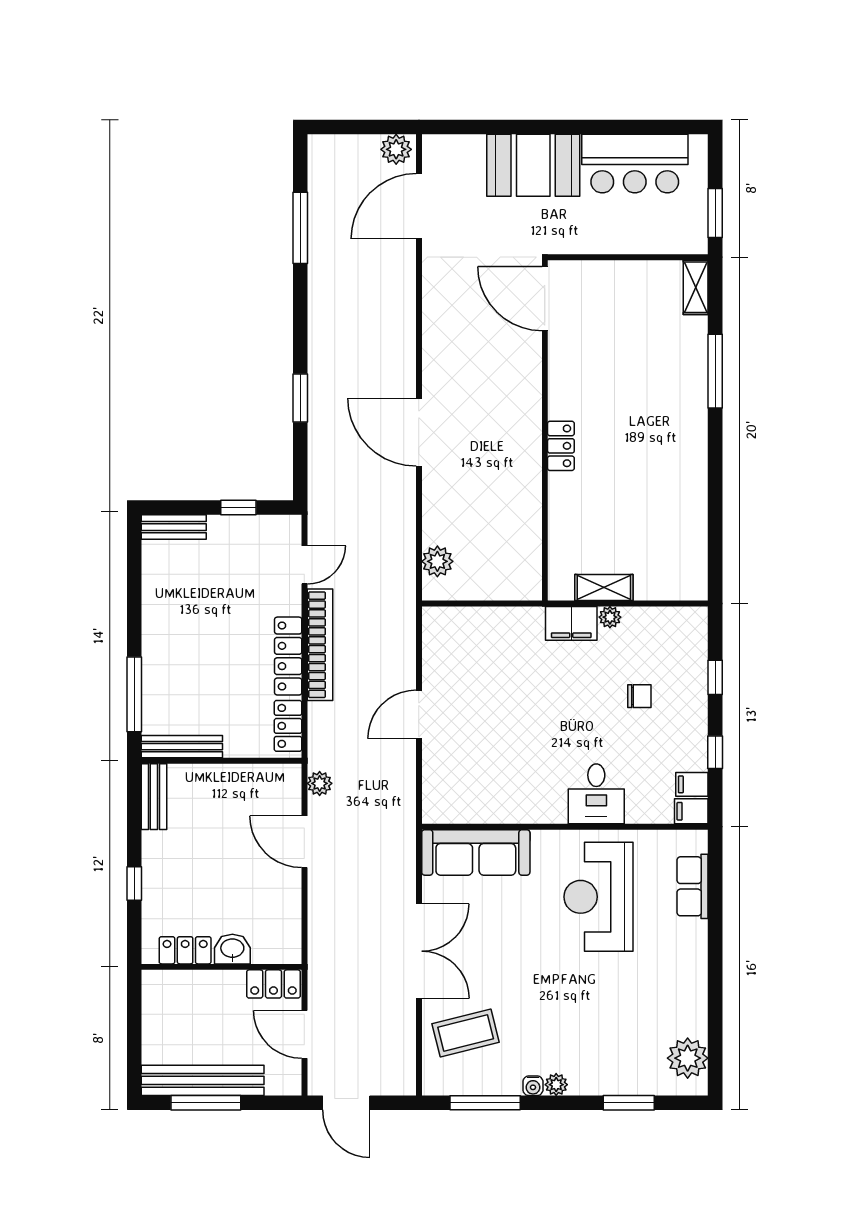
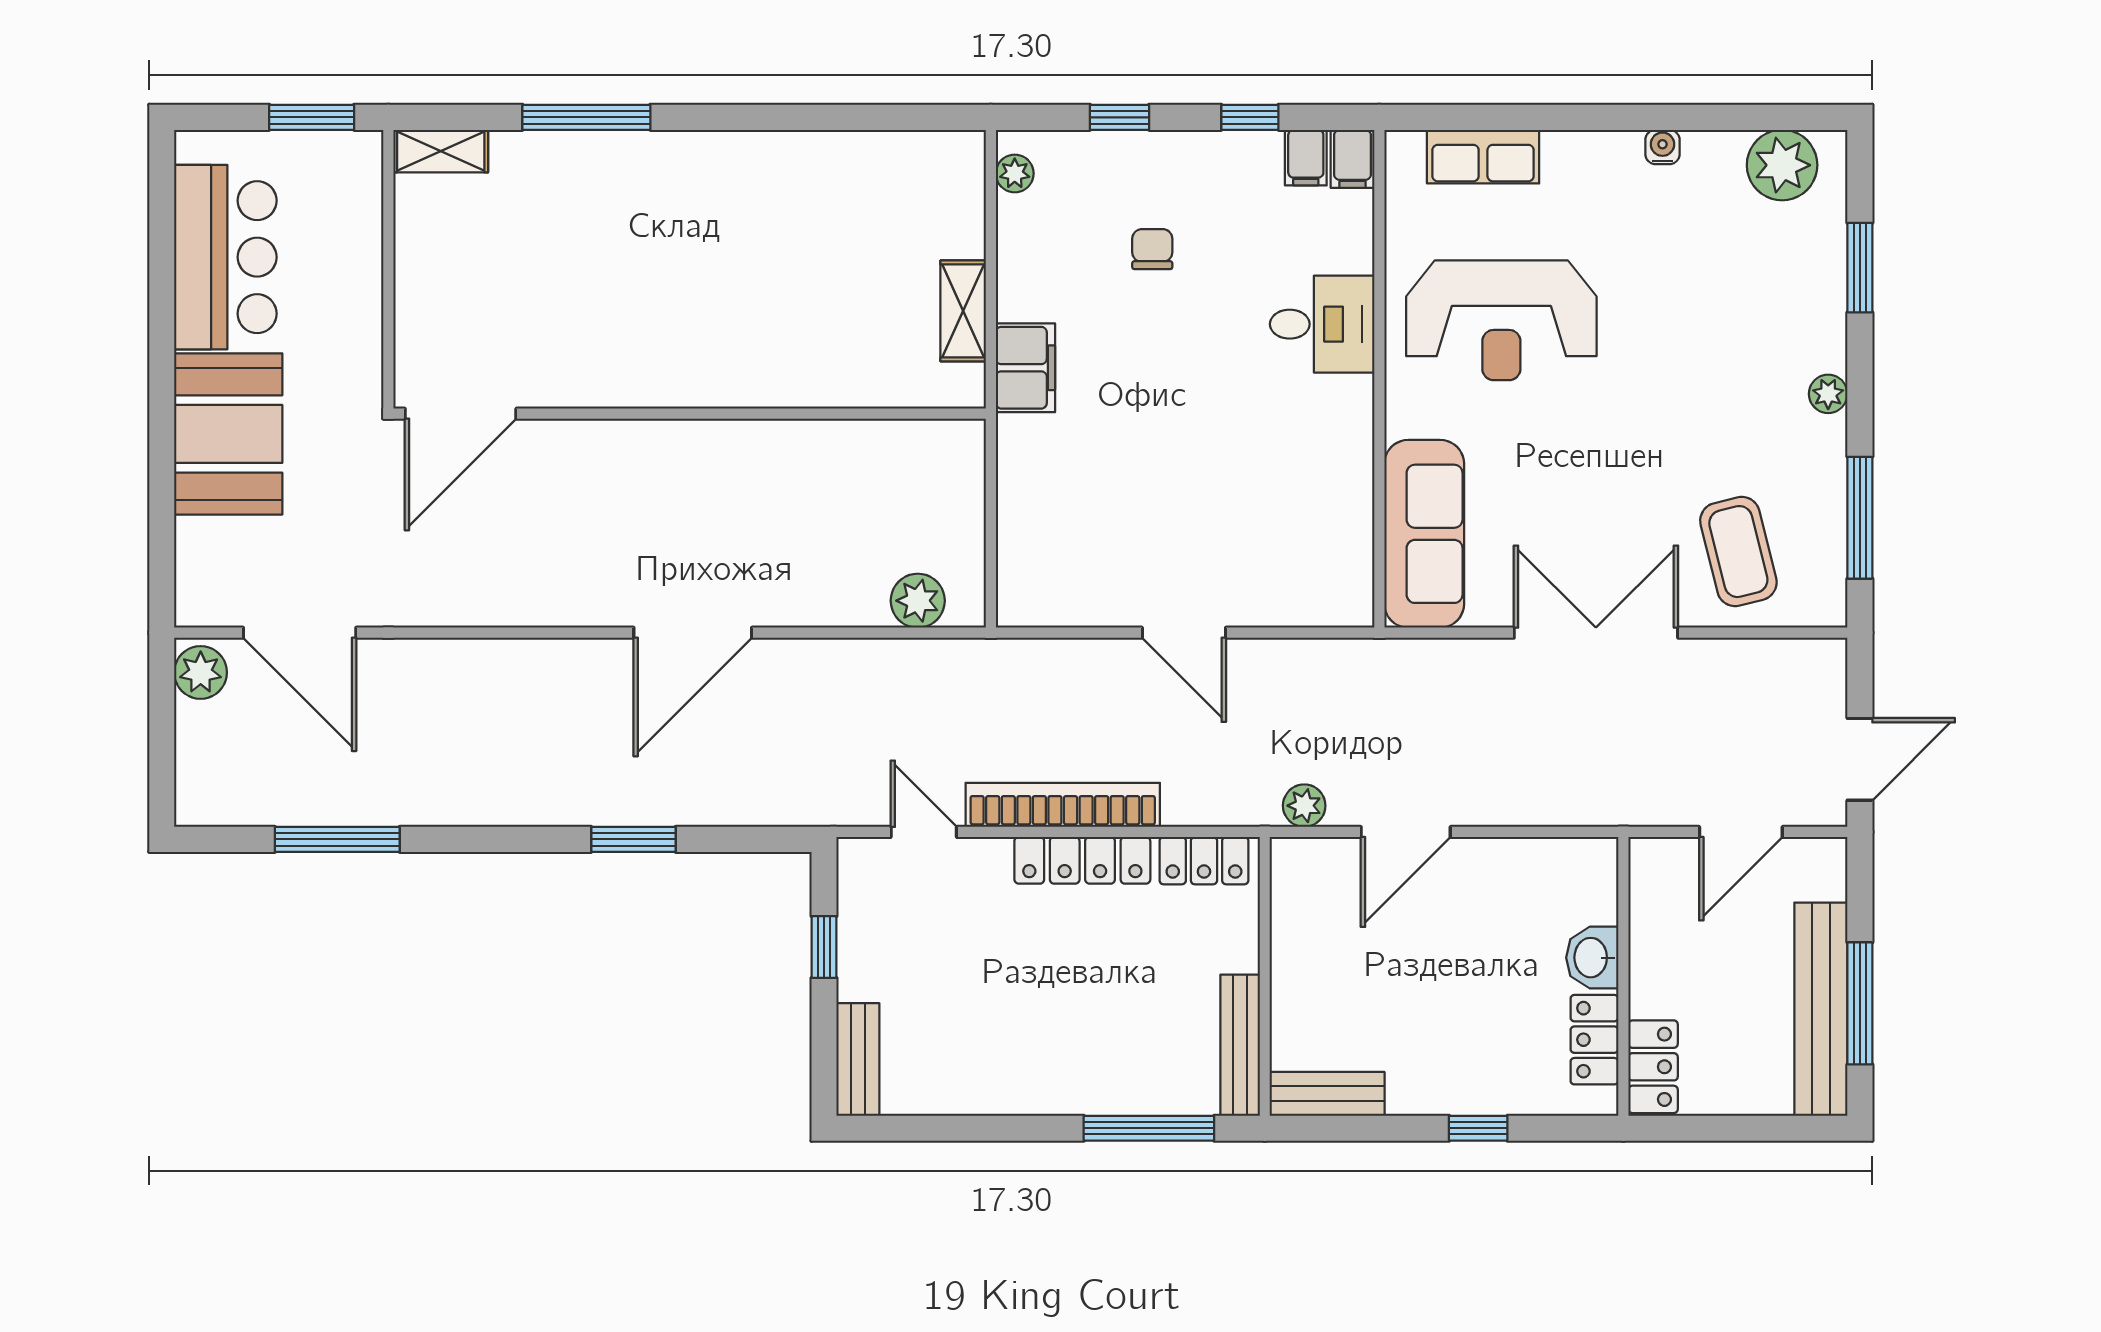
locker: (561, 446) -> (717, 386), removed
plant: (610, 617) -> (1015, 173), moved
locker: (273, 984) -> (1653, 1067), moved
water cooler: (533, 1086) -> (1662, 147), moved, turned -90

